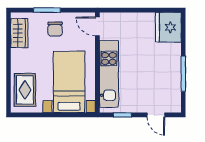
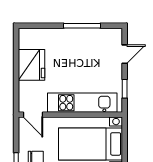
door: (97, 26) -> (33, 115), hinge flipped
fridge: (168, 27) -> (31, 65), moved, turned -90

